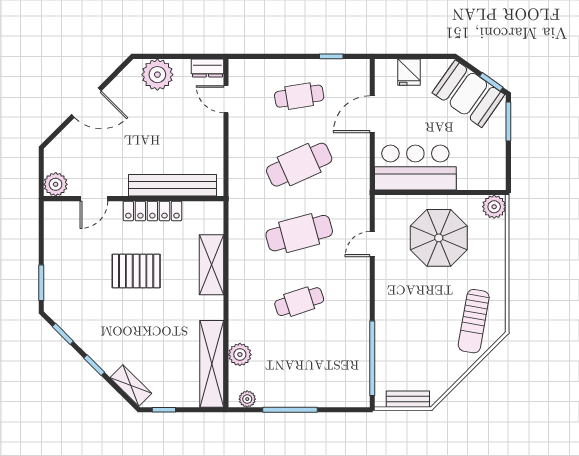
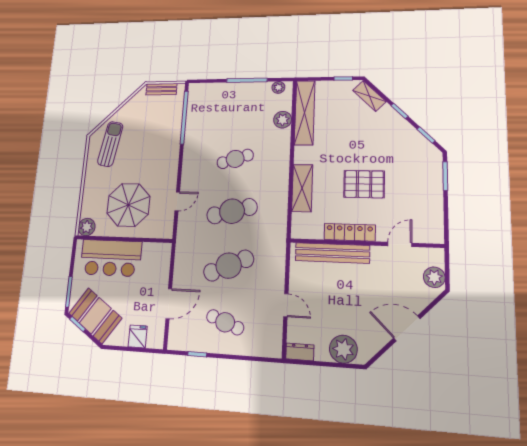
cafe table: (299, 96) -> (225, 322), turned 30
door: (226, 99) -> (286, 305), moved
bar counter: (415, 167) -> (111, 258), moved
plant: (56, 184) -> (434, 277), moved

